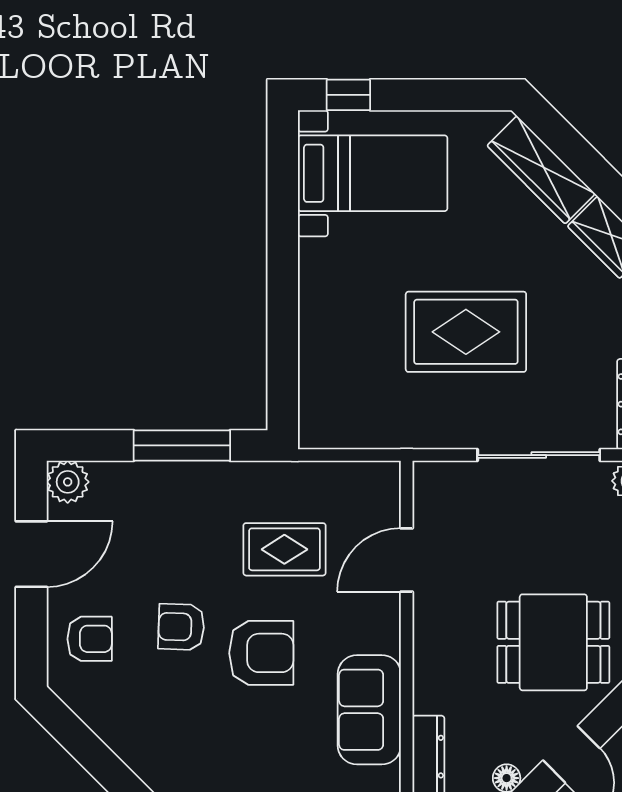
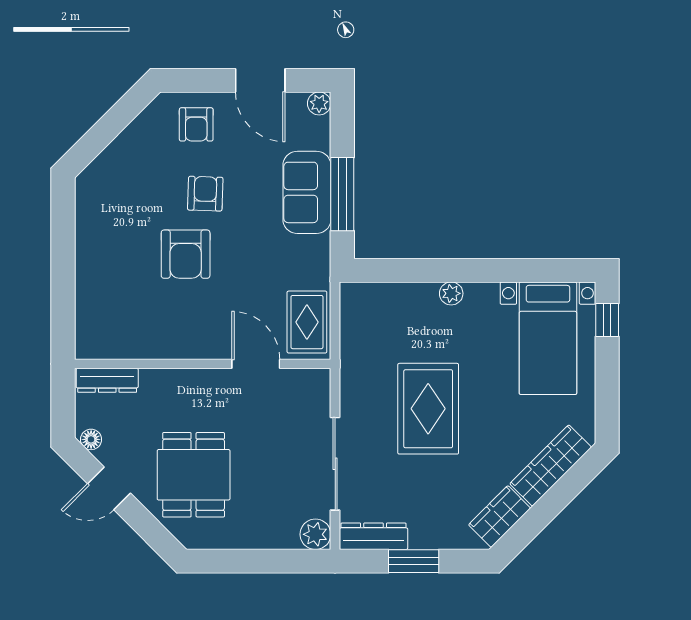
plant: (313, 301) -> (451, 293), added
plant: (68, 482) -> (319, 103), width x0.73, depth x0.73
rug: (284, 549) -> (307, 322), moved
sofa: (369, 710) -> (307, 192), moved, turned -90

